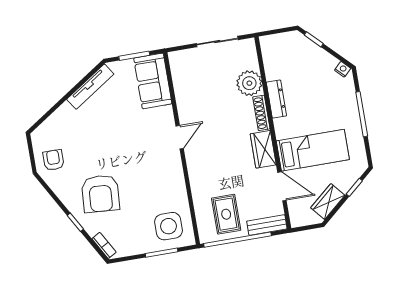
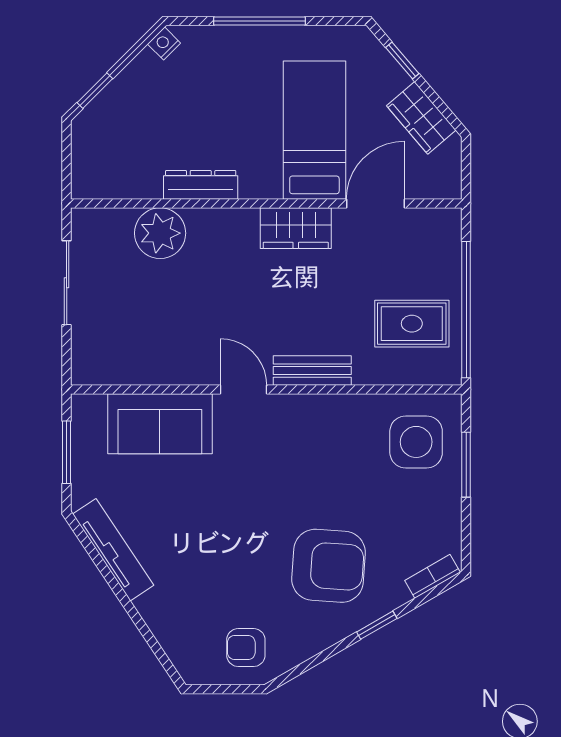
sofa: (153, 81) -> (160, 424), moved
shoe rack: (261, 113) -> (223, 219), removed
bench: (267, 225) -> (312, 371), moved, turned 90

